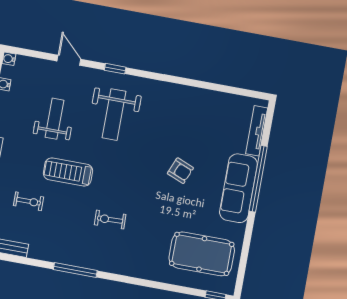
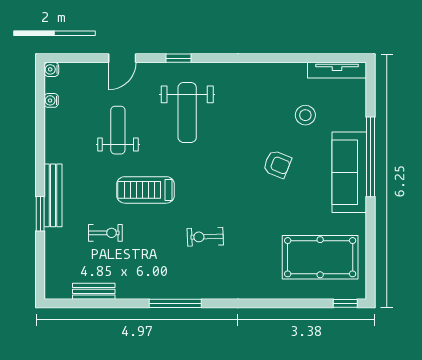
door: (69, 60) -> (122, 58), swing flipped
tv unit: (257, 131) -> (337, 70), moved, turned -90
stool: (211, 135) -> (305, 115), added

